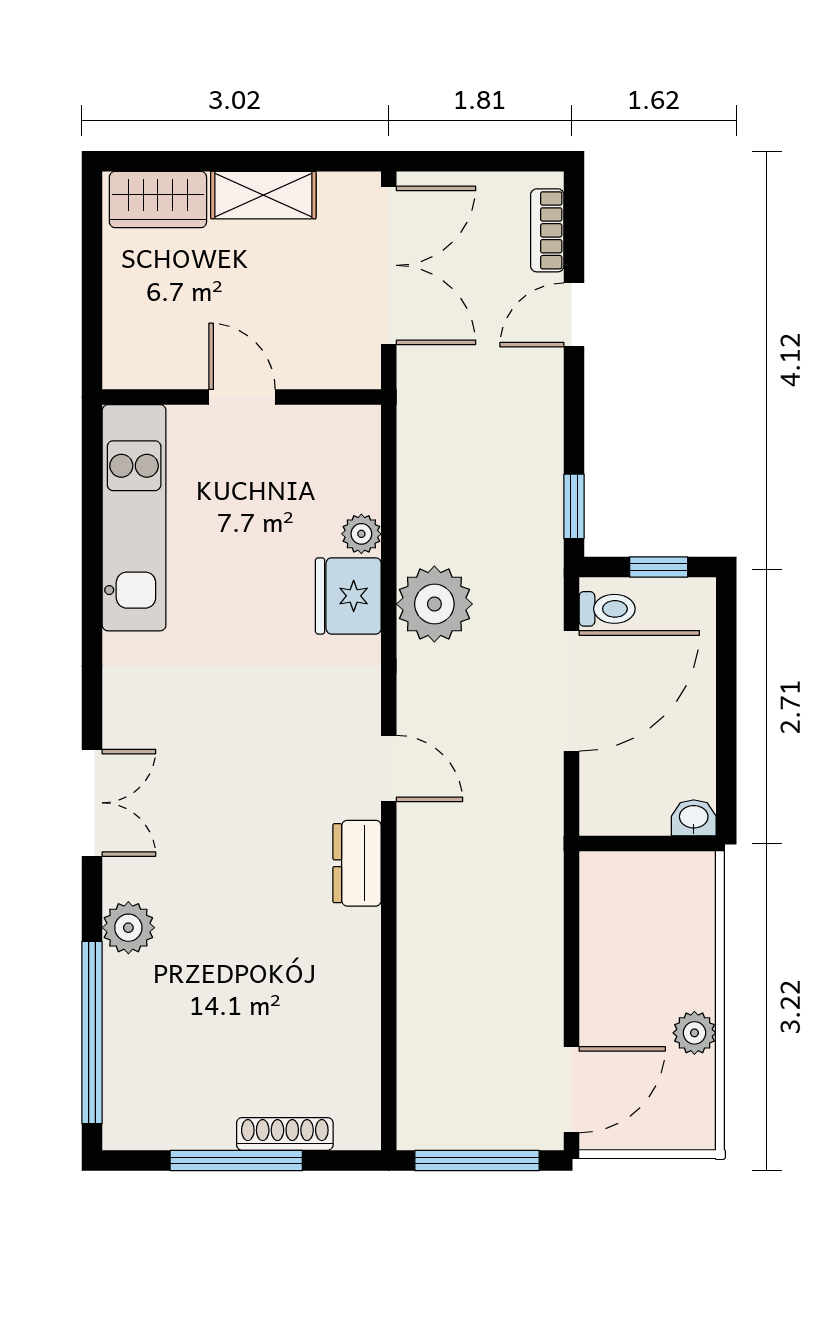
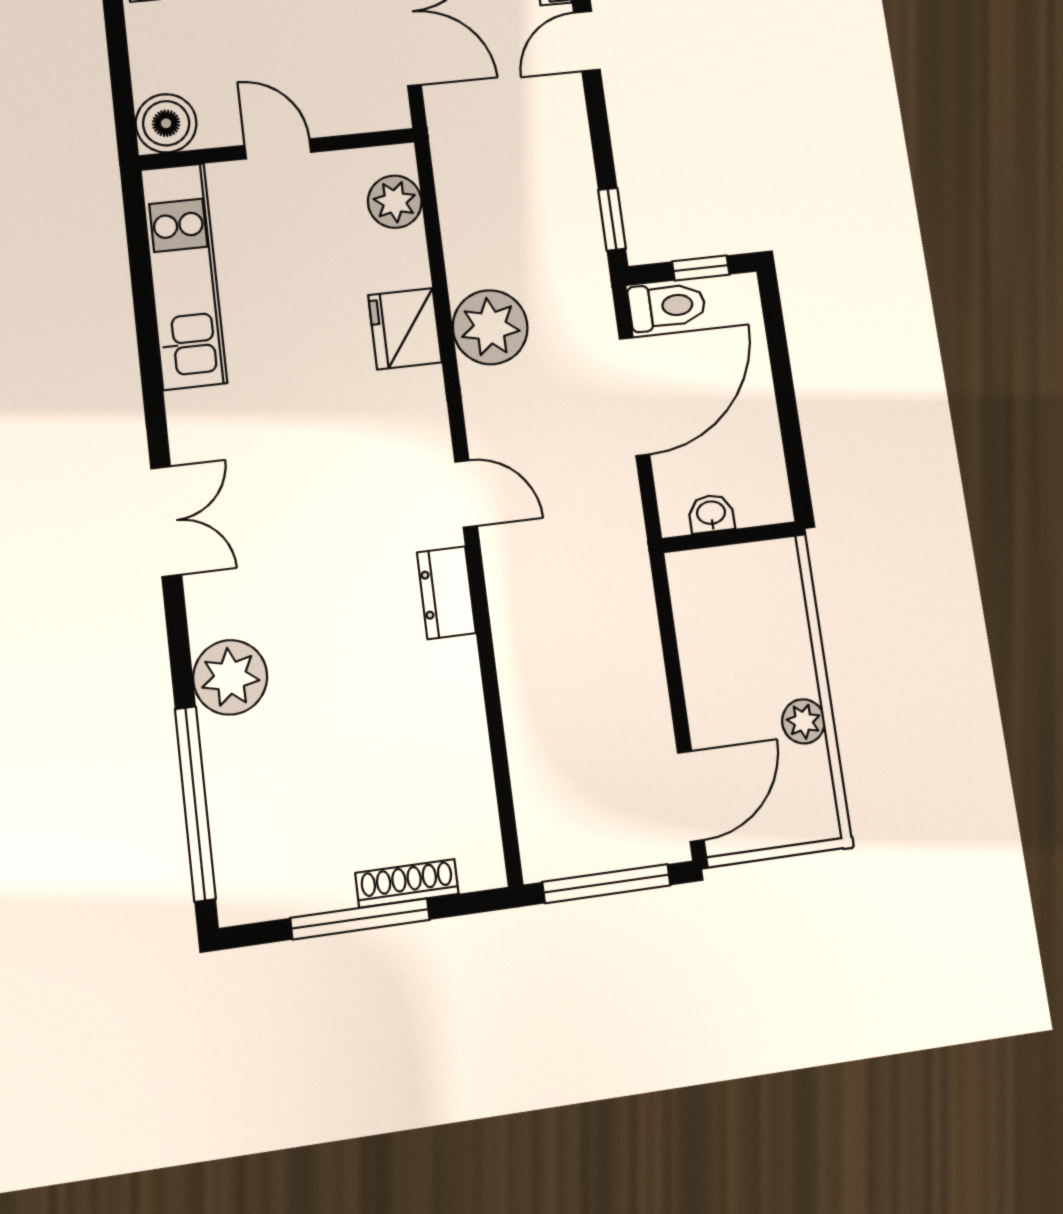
boiler: (133, 359) -> (166, 123), added
plant: (361, 534) -> (395, 202), moved, width x1.38, depth x1.38
toilet: (607, 609) -> (667, 306), width x1.37, depth x1.39
double door: (92, 803) -> (166, 521), moved
washbasin: (694, 818) -> (711, 514), moved
plant: (128, 928) -> (230, 677), width x1.36, depth x1.36

